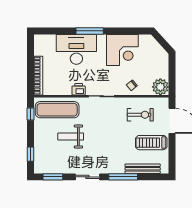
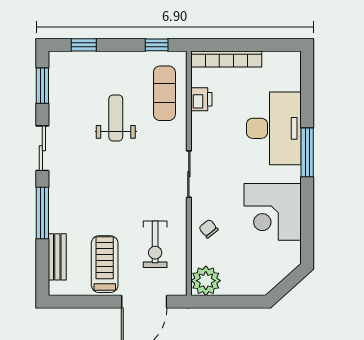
printer: (79, 89) -> (201, 99), moved
exercise mat: (57, 110) -> (164, 93), width x0.73, depth x0.69
bench: (143, 169) -> (57, 257), width x0.73

